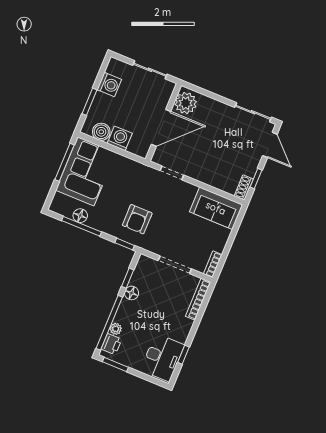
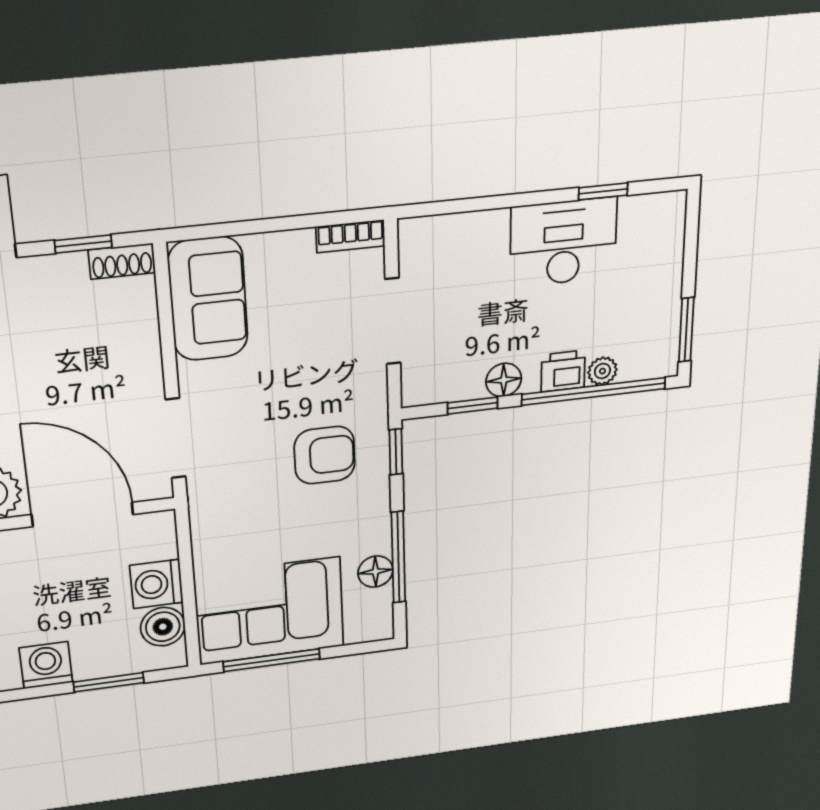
doorway: (172, 173) -> (176, 438), width x1.38
bookcase: (198, 299) -> (452, 227), removed
printer: (111, 344) -> (563, 371), moved
desk: (163, 358) -> (563, 242), moved

